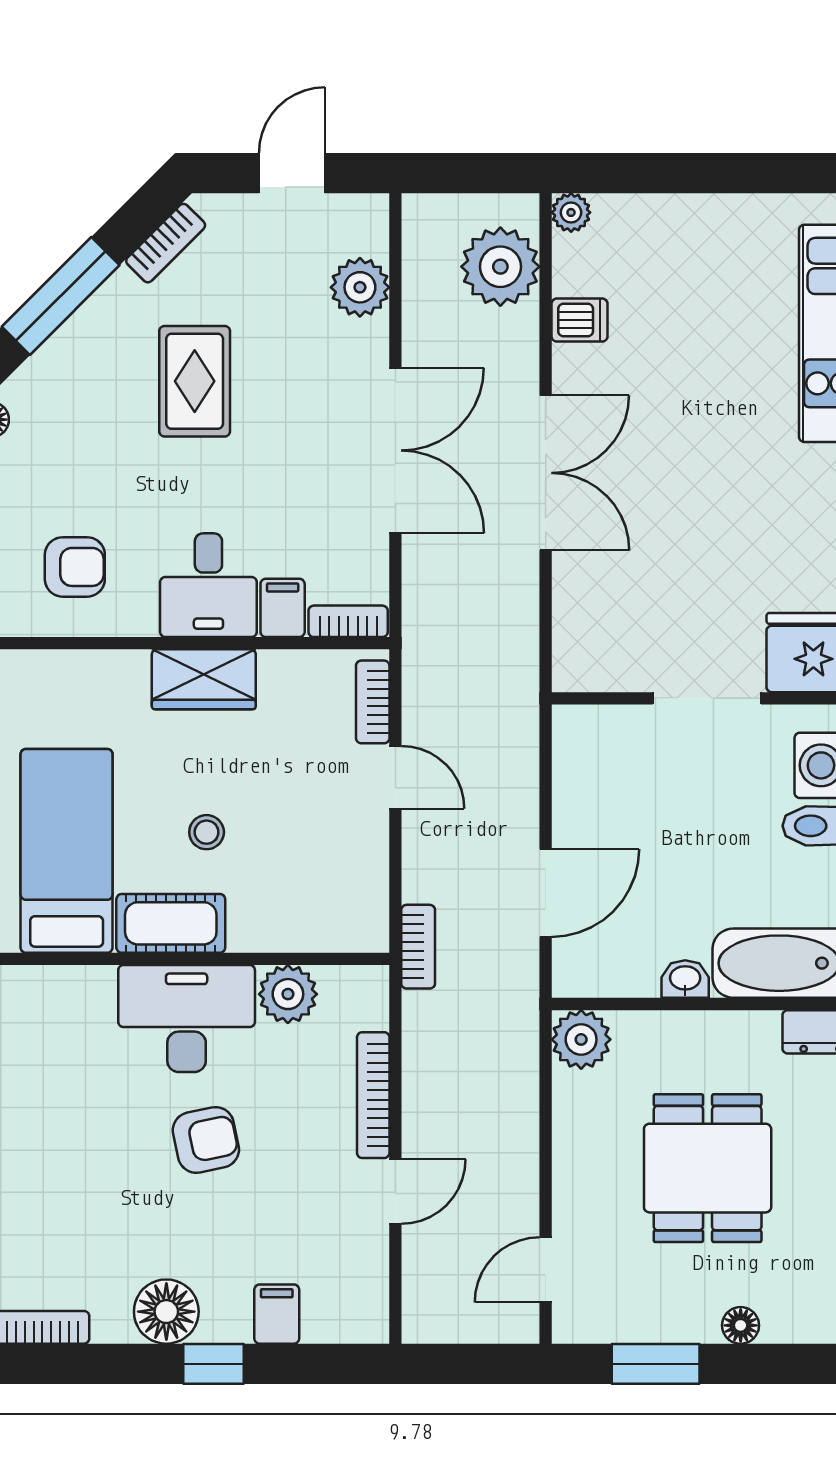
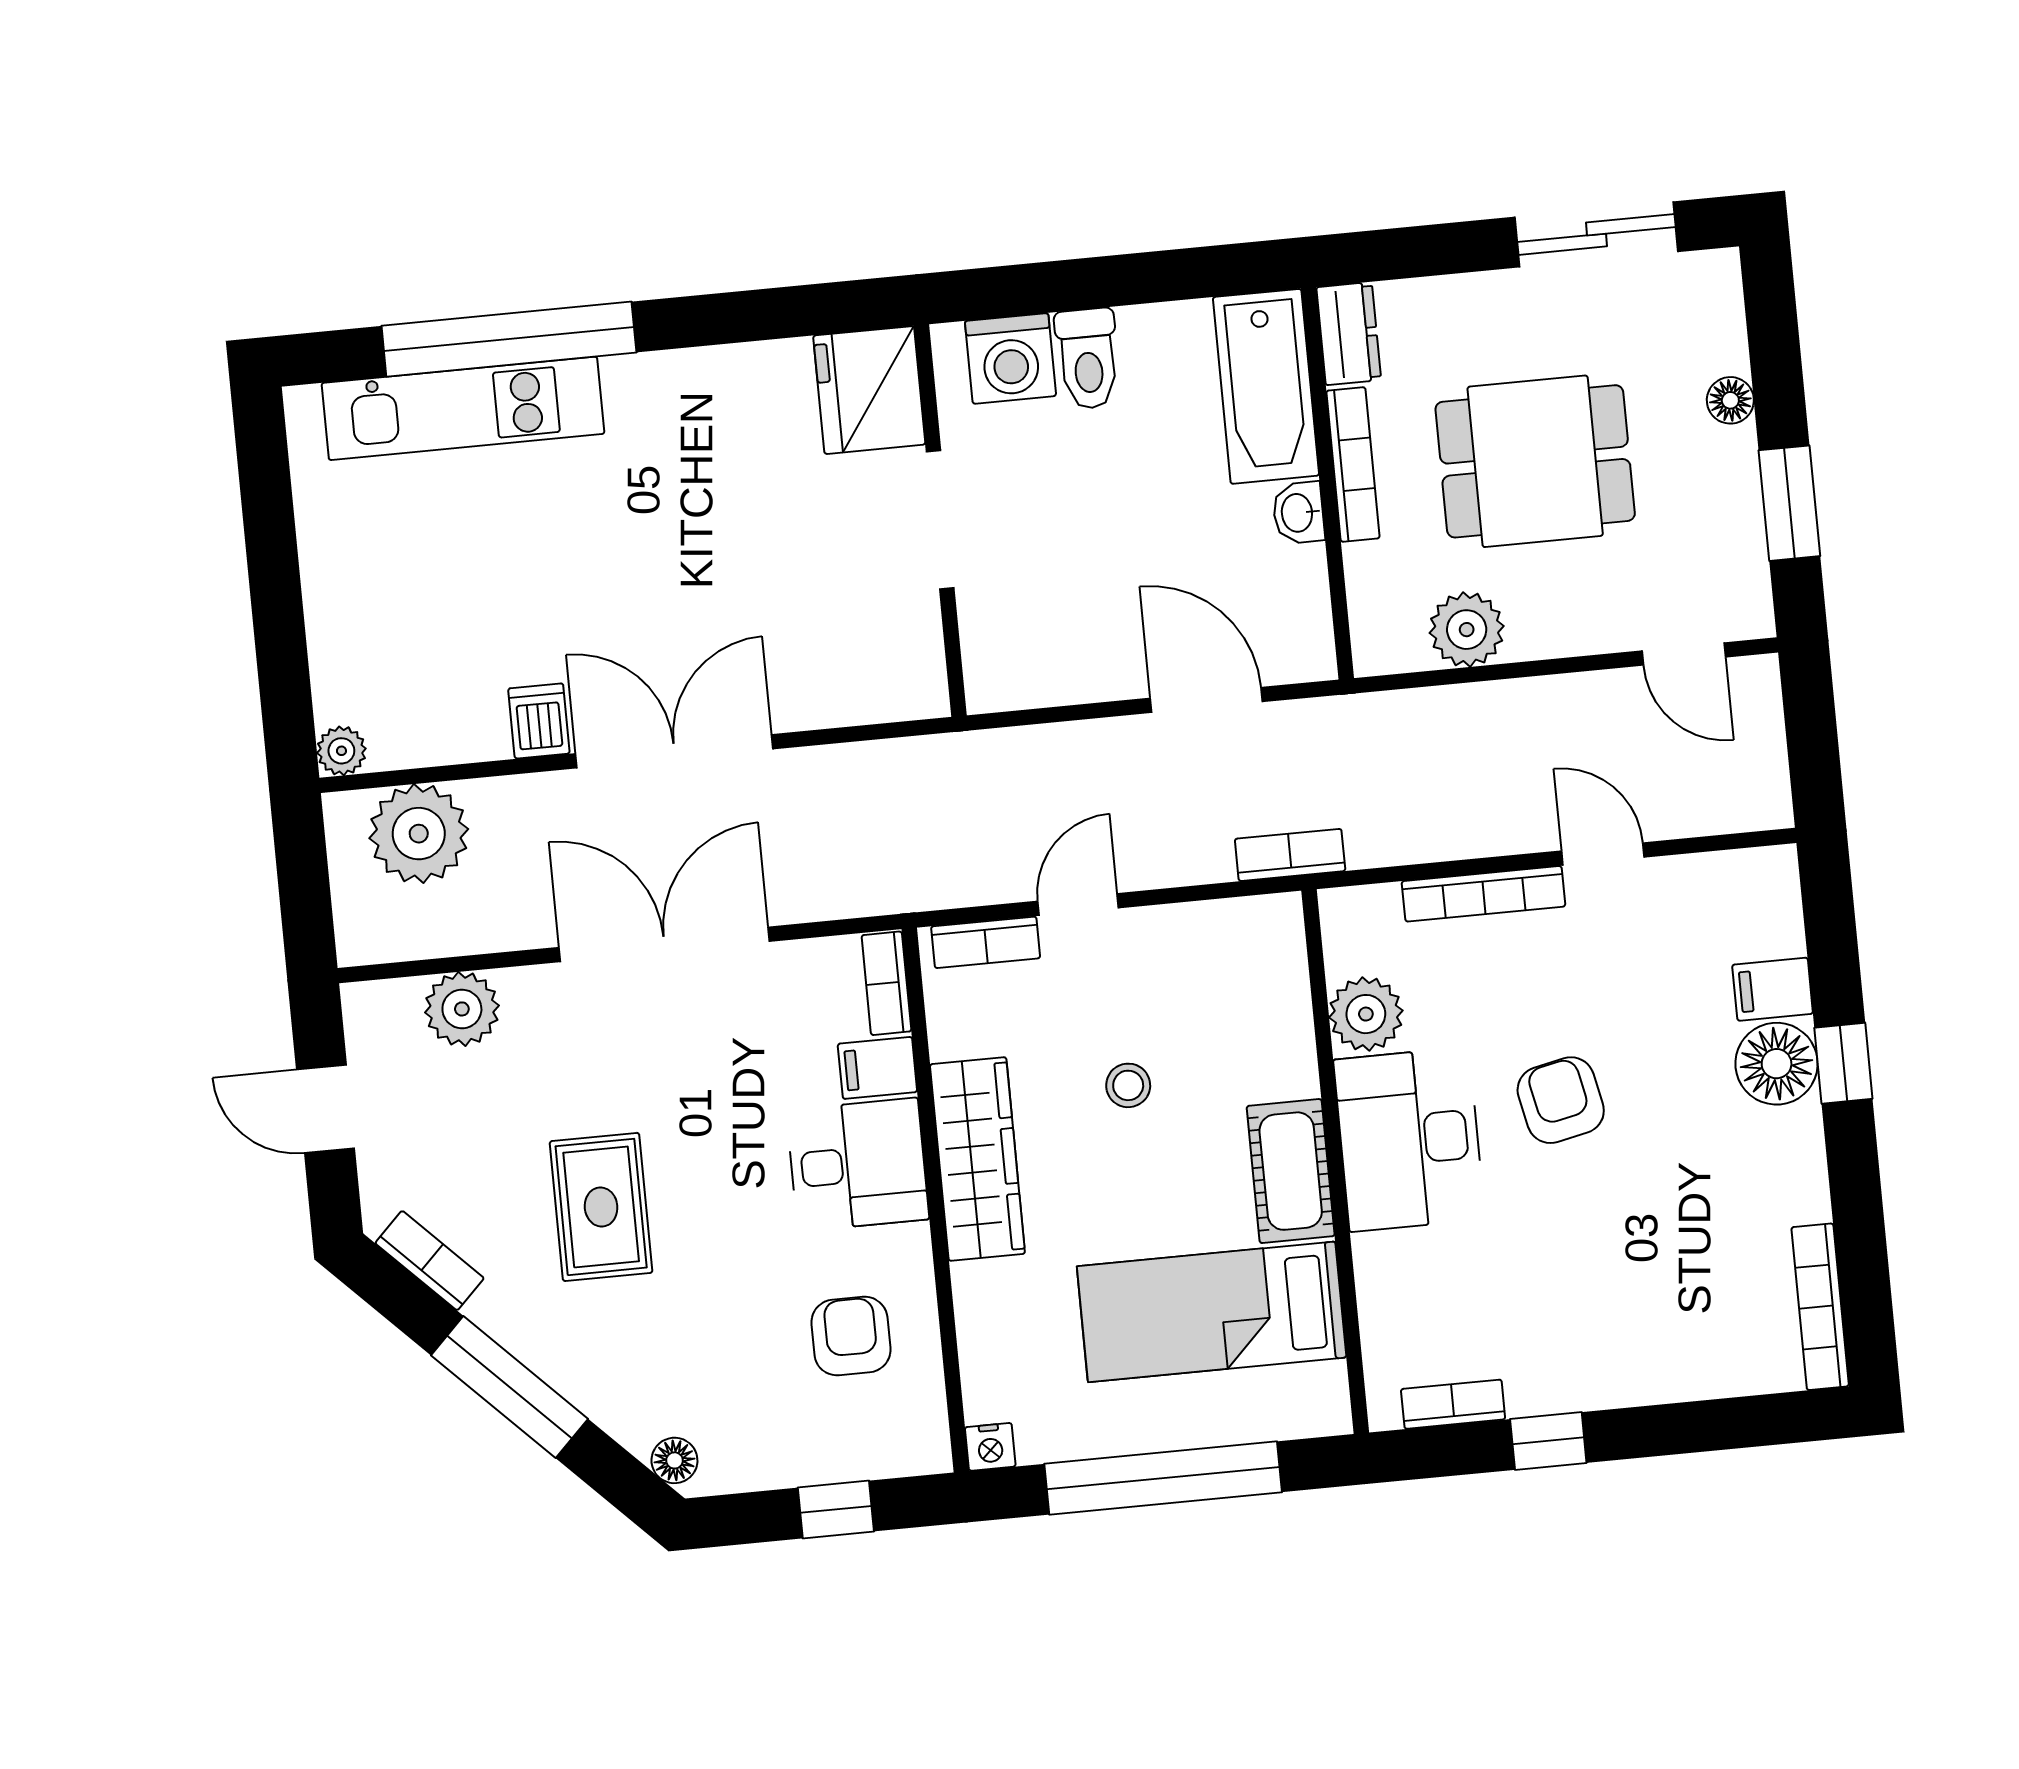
dishwasher: (580, 320) -> (539, 721), moved
rug: (195, 381) -> (601, 1207), turned 90
wardrobe: (204, 679) -> (977, 1159), width x1.50
stool: (207, 832) -> (1128, 1085), moved
bookcase: (719, 1025) -> (1353, 464), added
plant: (581, 1039) -> (1467, 630), moved
floor lamp: (166, 1312) -> (1777, 1064), moved

